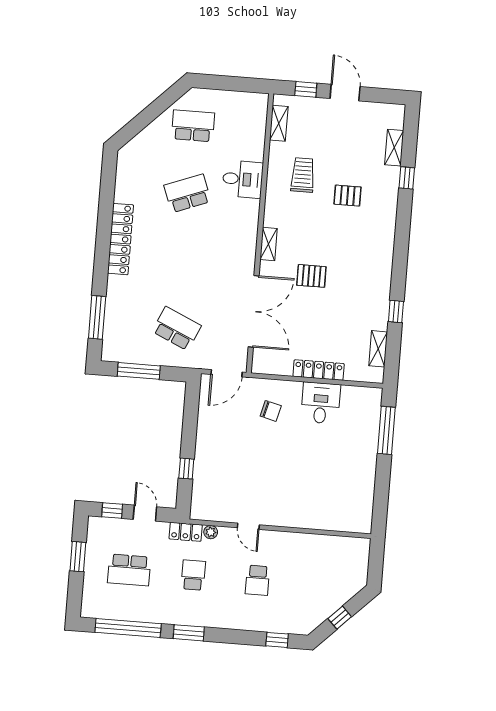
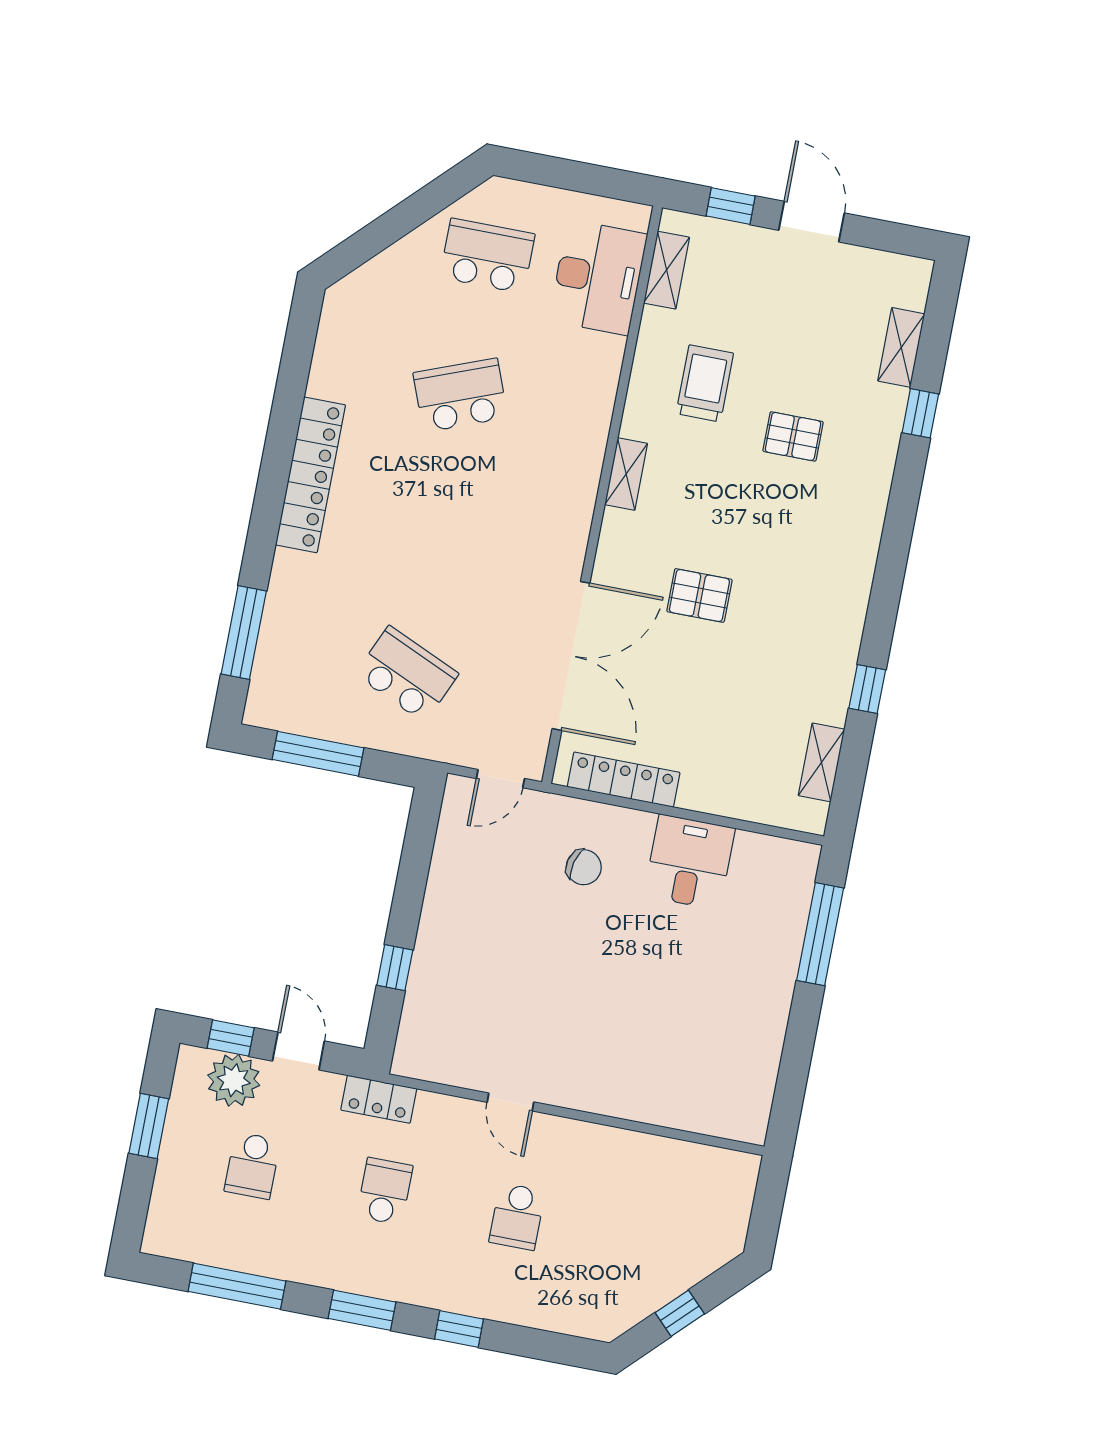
desk: (243, 179) -> (598, 277), moved, width x1.37
shelving: (269, 244) -> (626, 474), moved
locker: (319, 370) -> (624, 780), moved
door: (227, 373) -> (500, 779), width x0.73
plant: (211, 532) -> (234, 1080), moved, width x1.88, depth x1.88
school desk: (129, 570) -> (252, 1166), width x0.54
window: (128, 628) -> (237, 1286), width x0.68
window: (277, 640) -> (459, 1329), moved

